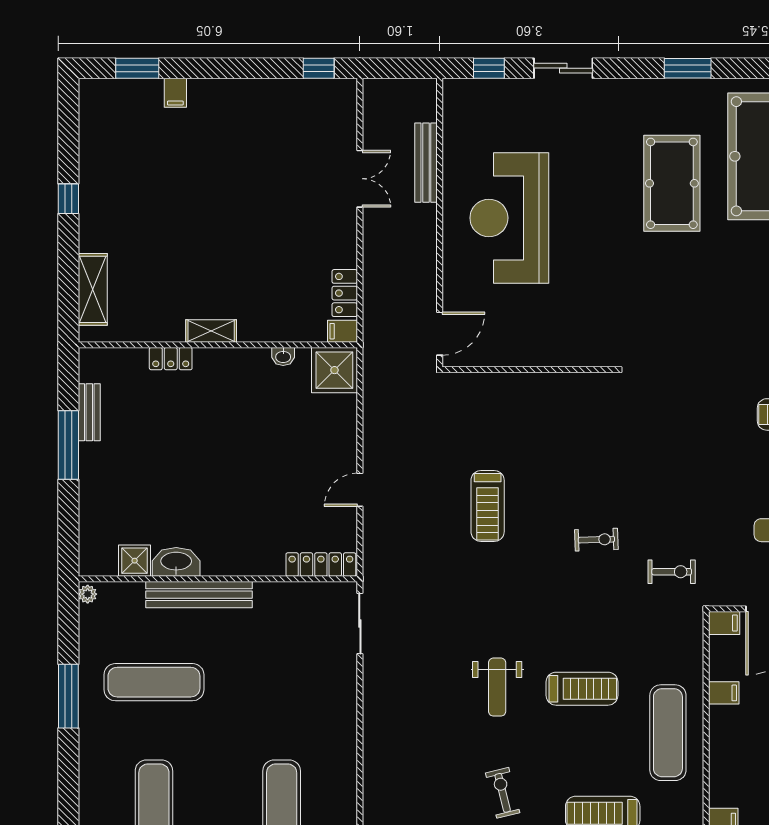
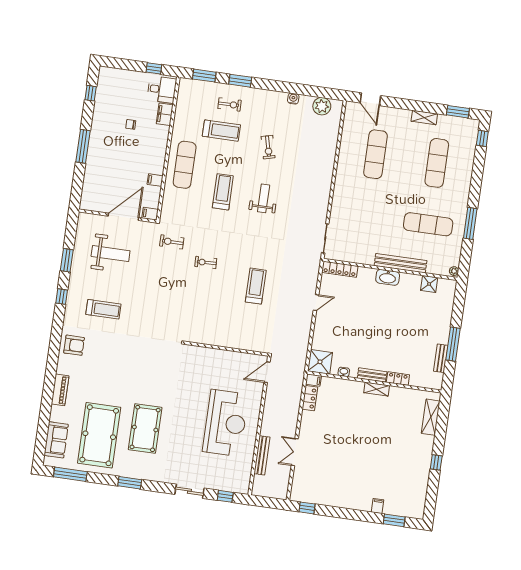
bench: (224, 358) -> (372, 375), added
washbasin: (176, 562) -> (388, 277), moved
treadmill: (582, 689) -> (223, 192), turned 90

